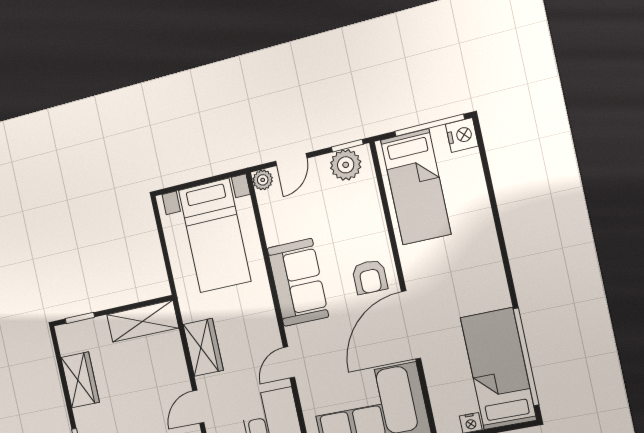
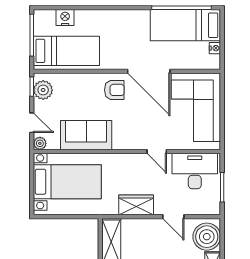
nightstand: (462, 135) -> (65, 18), moved
sofa: (298, 282) -> (86, 135), moved

